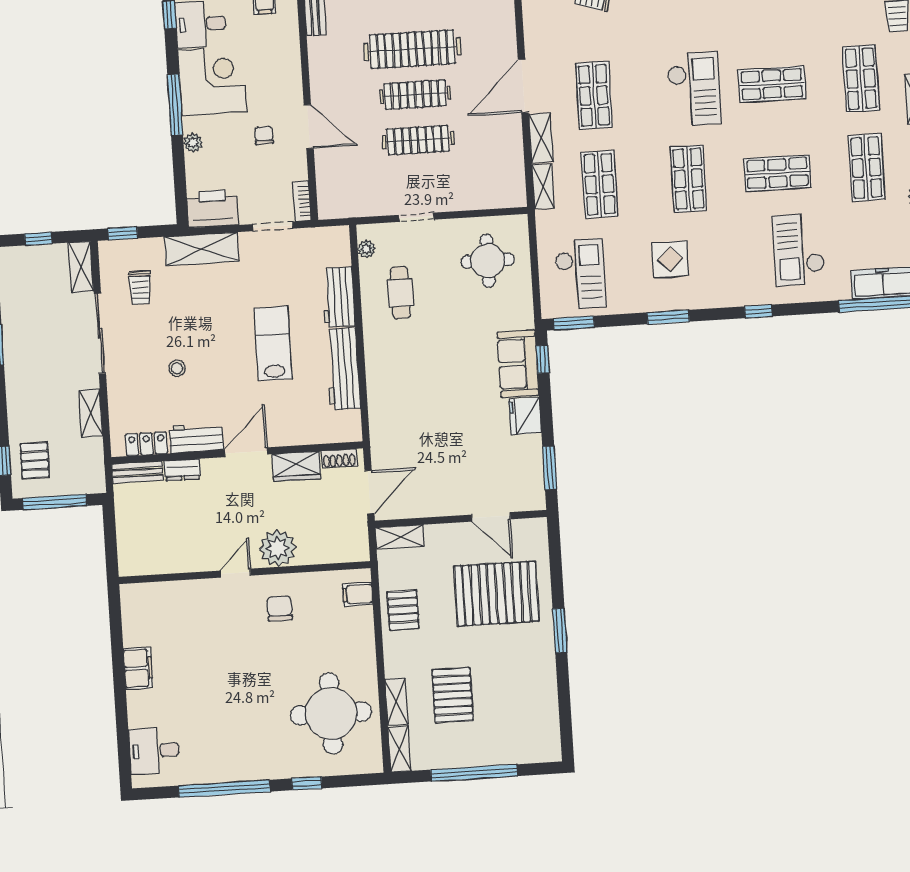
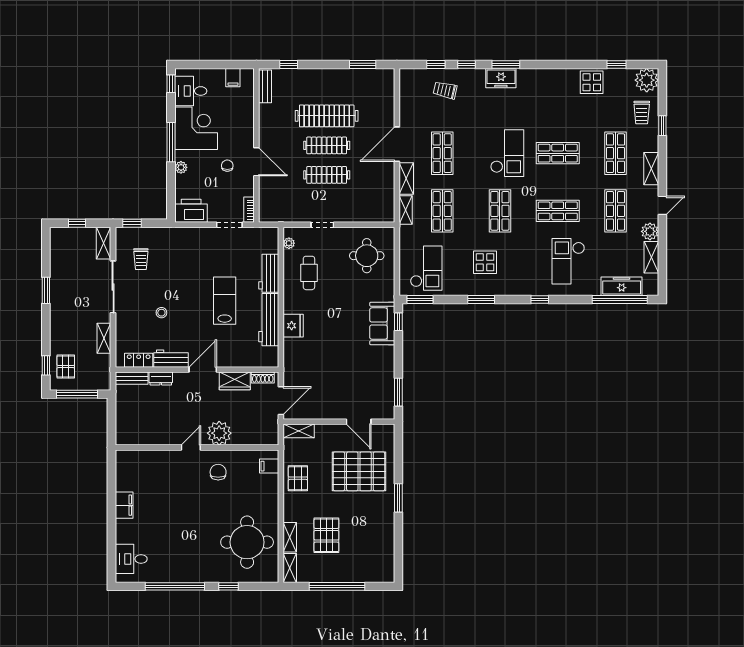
shelving: (201, 249) -> (182, 236), removed
fridge: (525, 416) -> (293, 326), moved, turned 180

